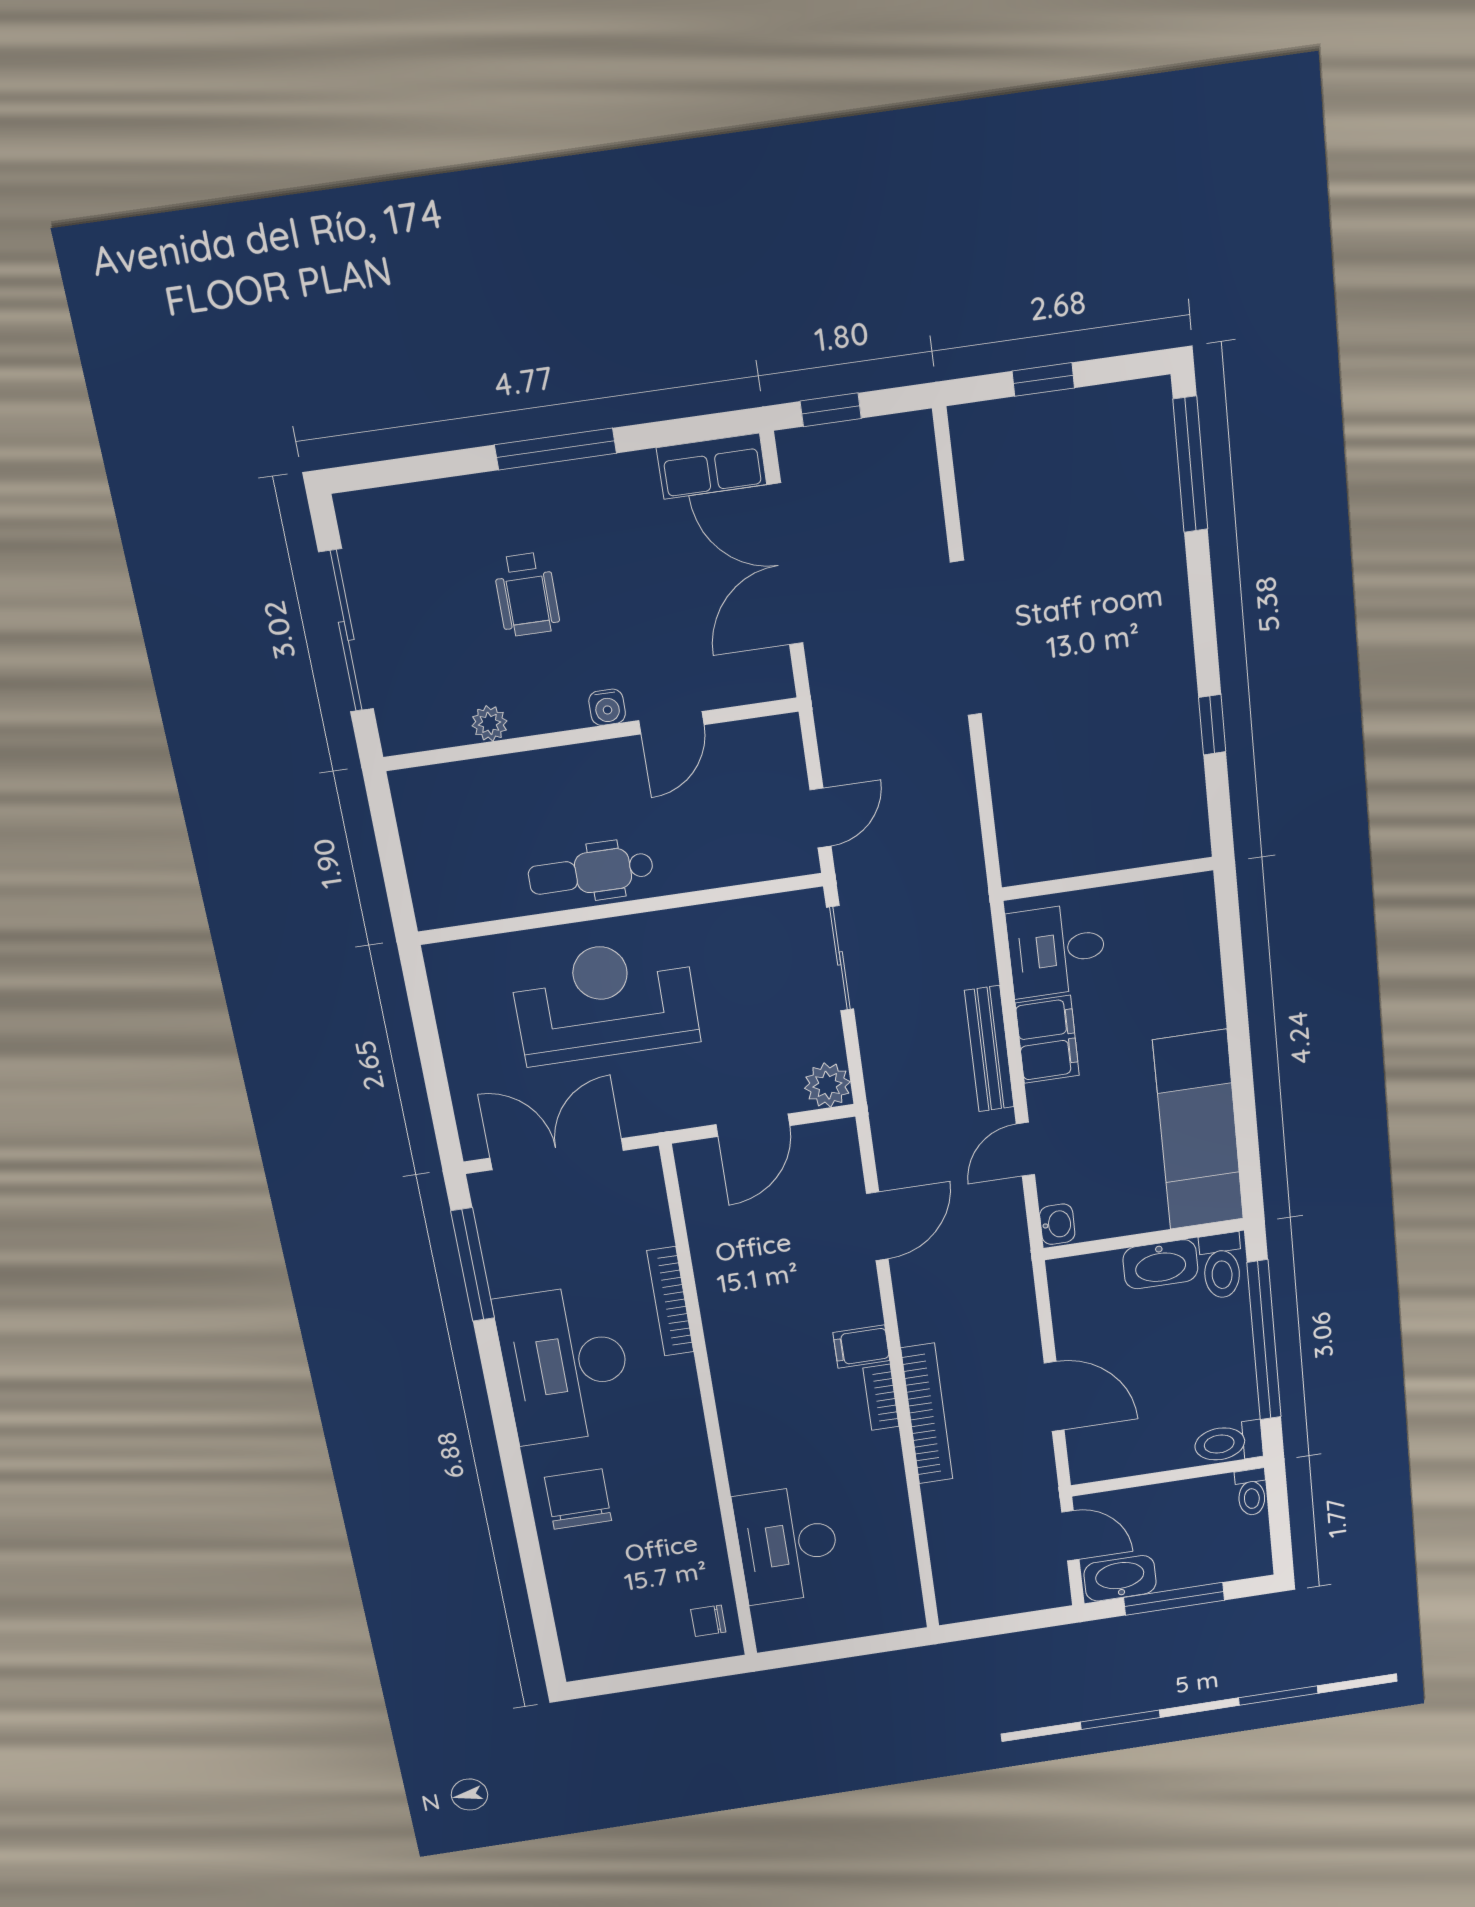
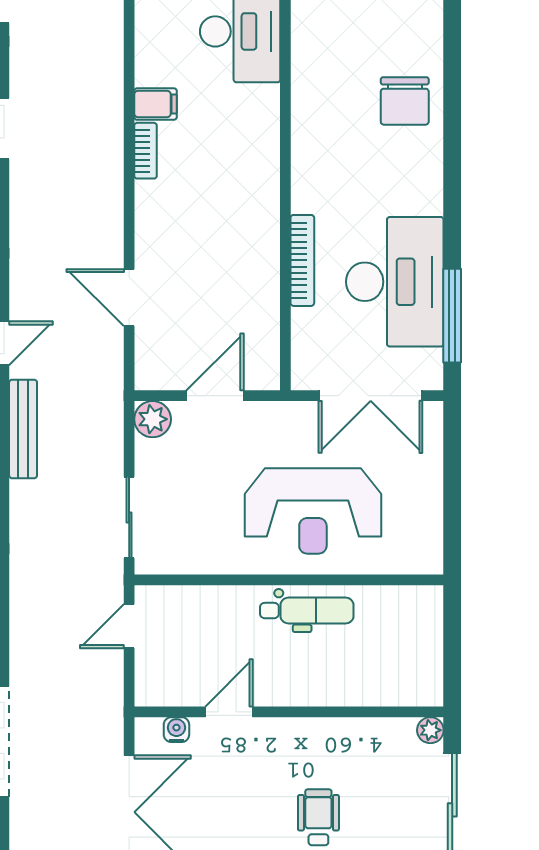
water cooler: (607, 707) -> (176, 730), moved
plant: (489, 723) -> (430, 730), moved
door: (877, 1226) -> (129, 298), hinge flipped
filing cabinet: (861, 1347) -> (155, 104), moved
desk: (565, 1365) -> (395, 282), moved
bookcase: (927, 1414) -> (110, 130), removed

